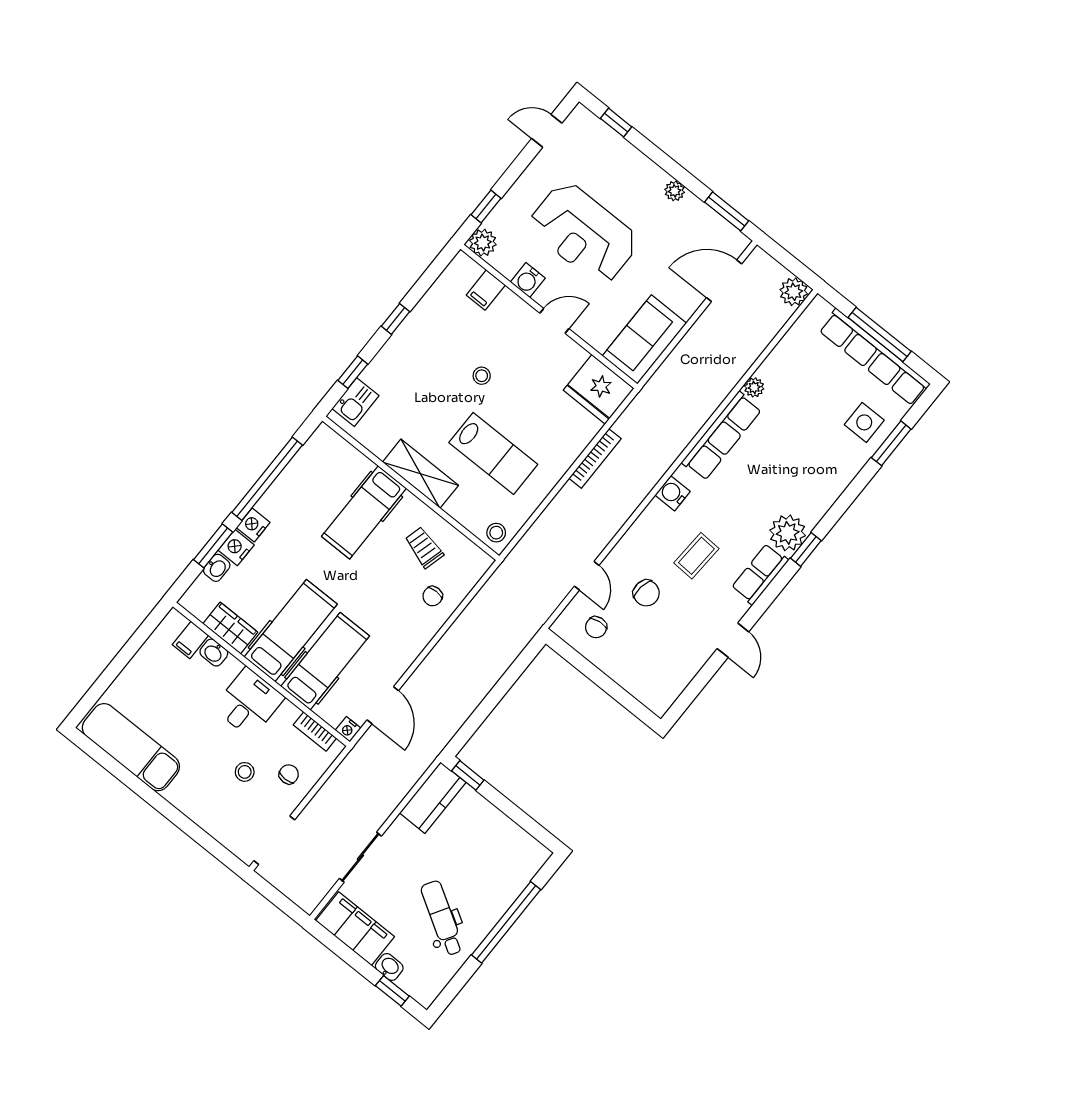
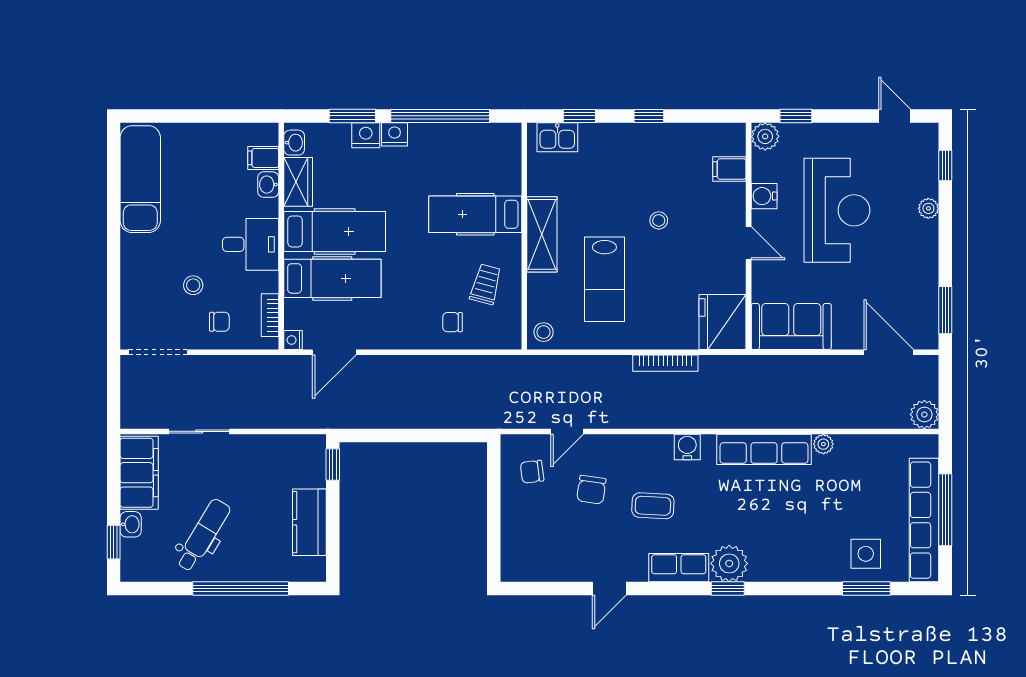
plant: (675, 191) -> (928, 208), moved
reception desk: (584, 233) -> (837, 210), turned 180
washbasin: (217, 568) -> (294, 143), moved, turned -90
kitchen counter: (433, 798) -> (309, 522), moved, turned 90

